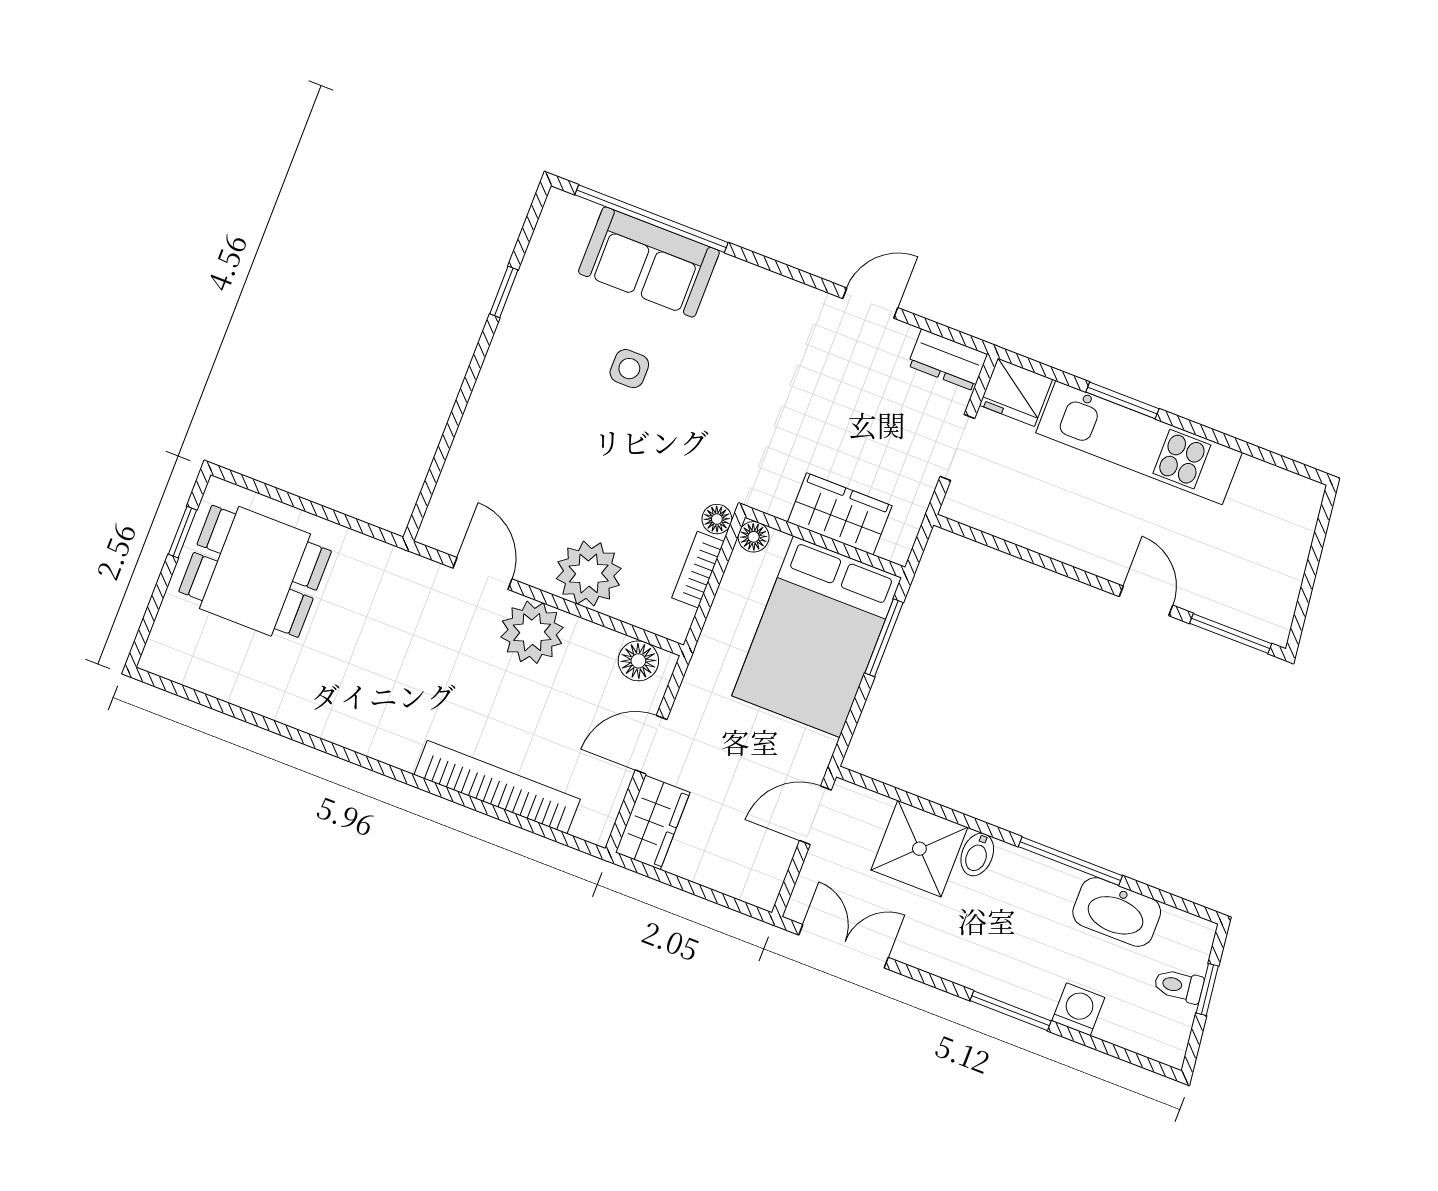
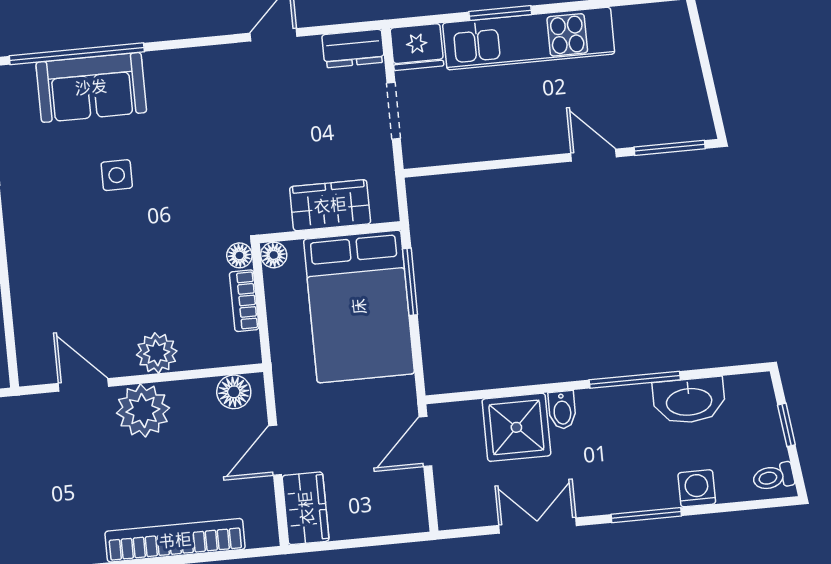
plant: (589, 574) -> (157, 353), width x0.73, depth x0.73
double door: (843, 946) -> (538, 526), moved
toilet: (1179, 986) -> (773, 477), moved

